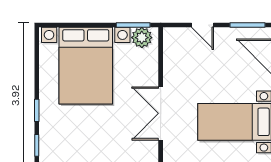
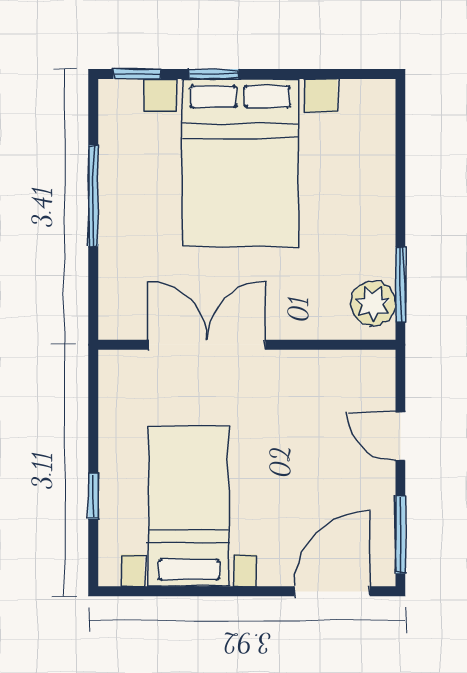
door: (203, 25) -> (400, 436), hinge flipped
bed with nightstands: (86, 66) -> (240, 163), moved, turned -90

